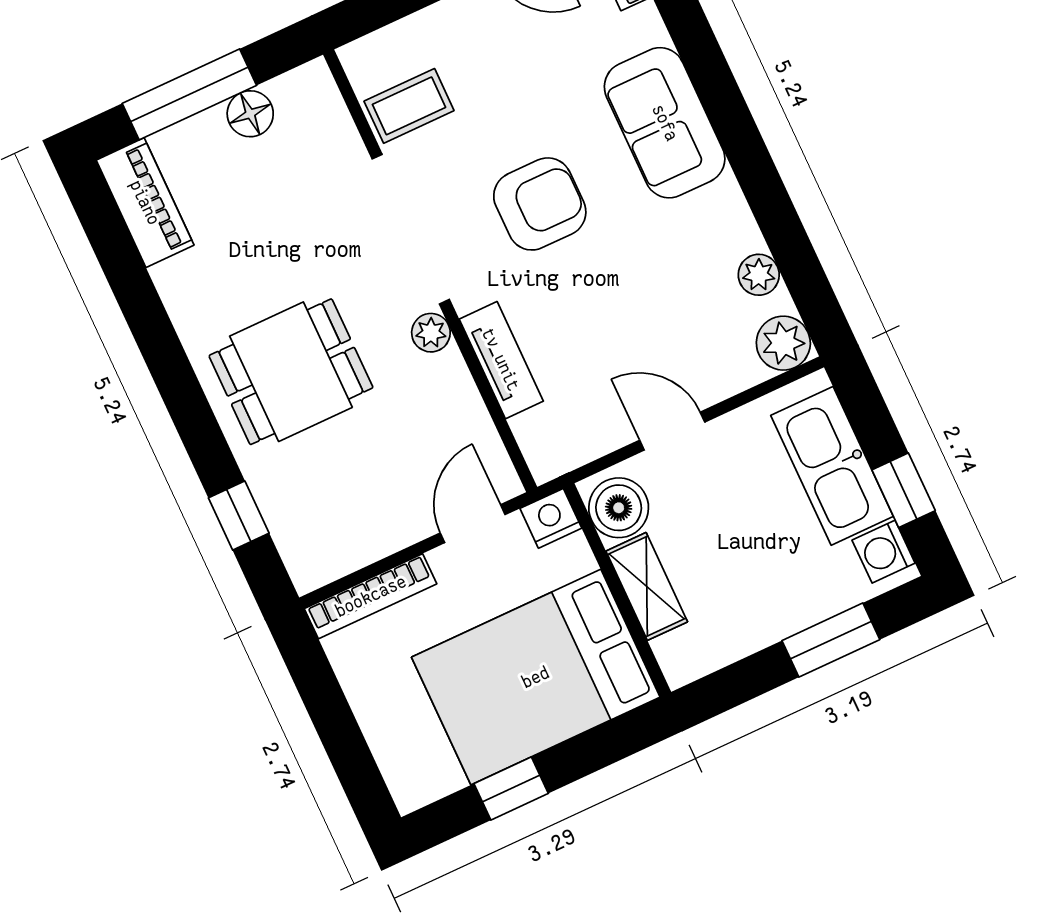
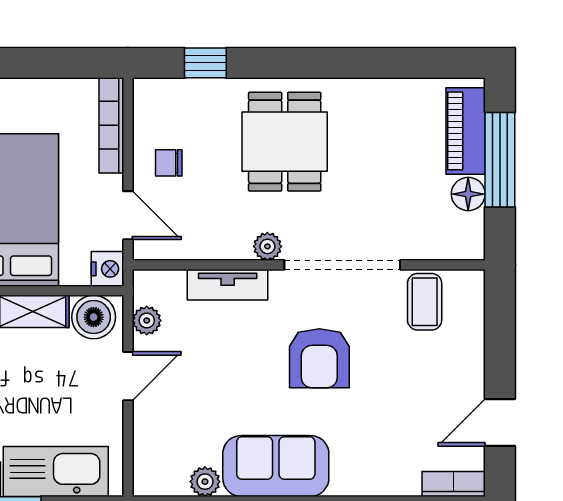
sofa: (665, 123) -> (276, 466), moved
piano: (145, 203) -> (466, 131), moved, turned 90
plant: (783, 343) -> (147, 321), moved, width x0.73, depth x0.73
chair: (384, 503) -> (169, 163), added

